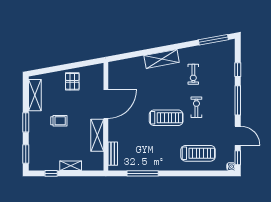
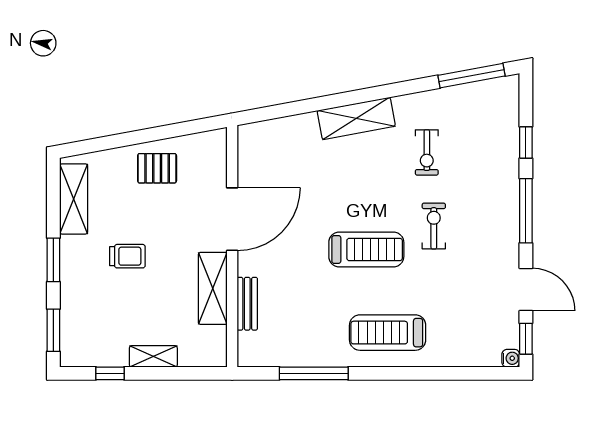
pallet: (72, 81) -> (157, 168), turned 90
treadmill: (198, 153) -> (388, 333), moved, turned 180
bench: (113, 154) -> (247, 304), moved

